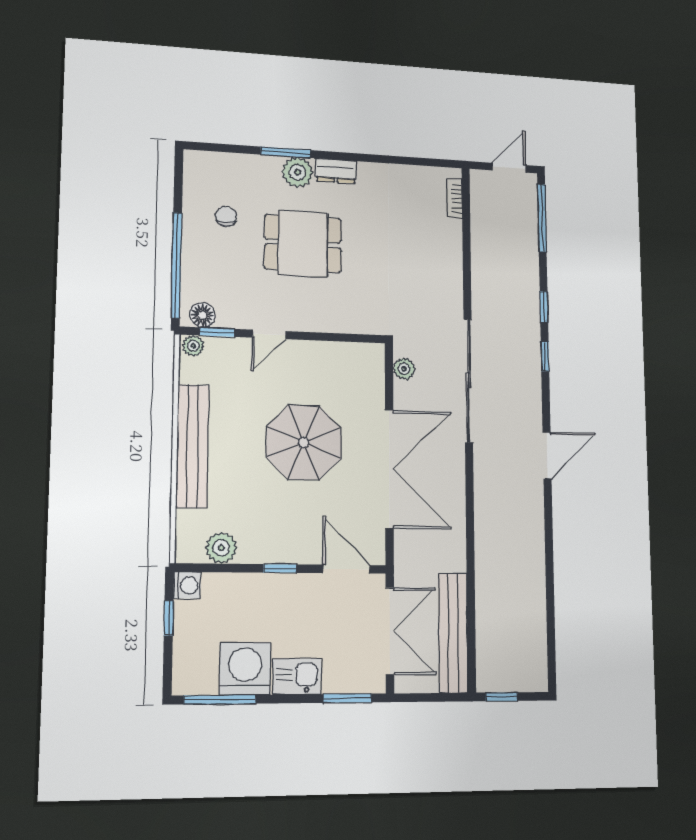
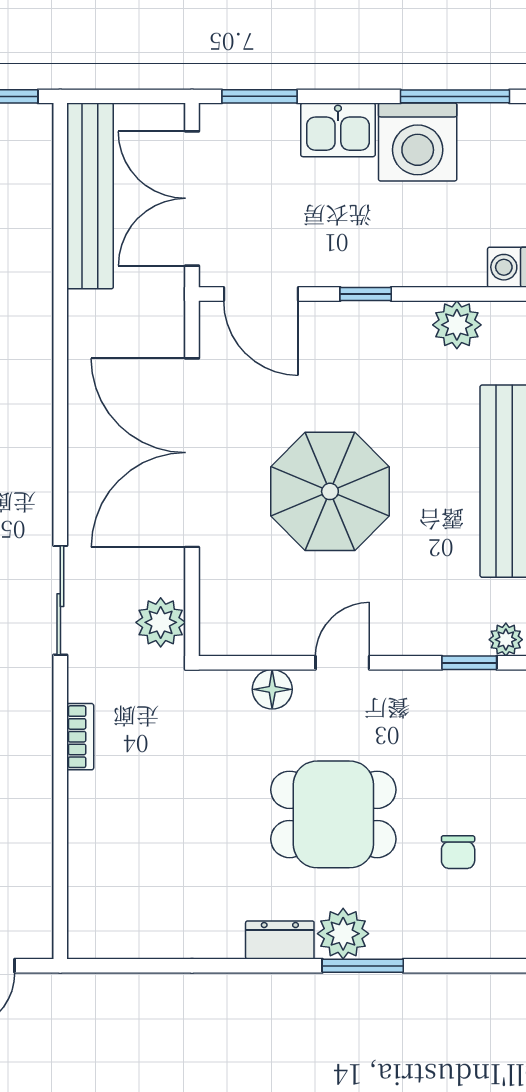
bookcase: (454, 198) -> (80, 737), moved
floor lamp: (202, 315) -> (272, 689), moved
door: (269, 334) -> (342, 663), moved
plant: (404, 369) -> (161, 622), width x1.38, depth x1.38
sliding door: (468, 381) -> (60, 600), width x0.54

